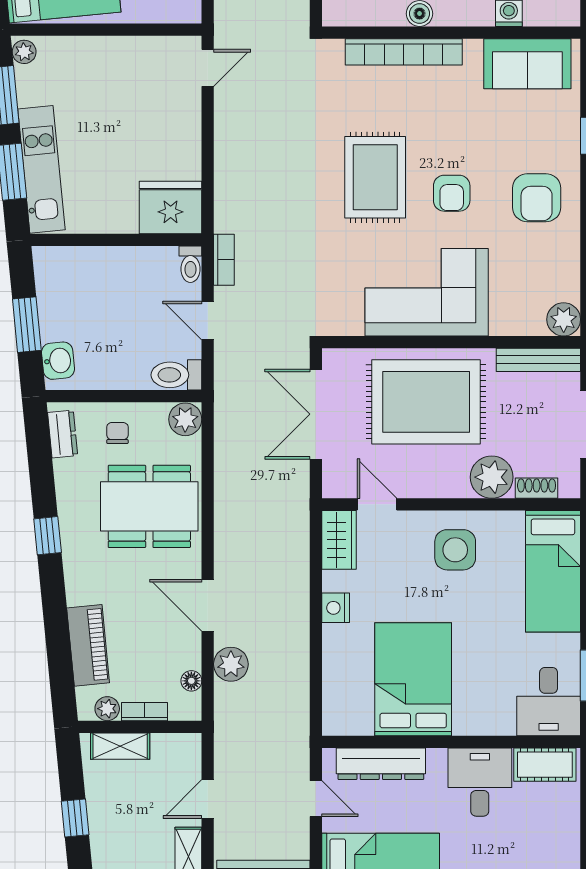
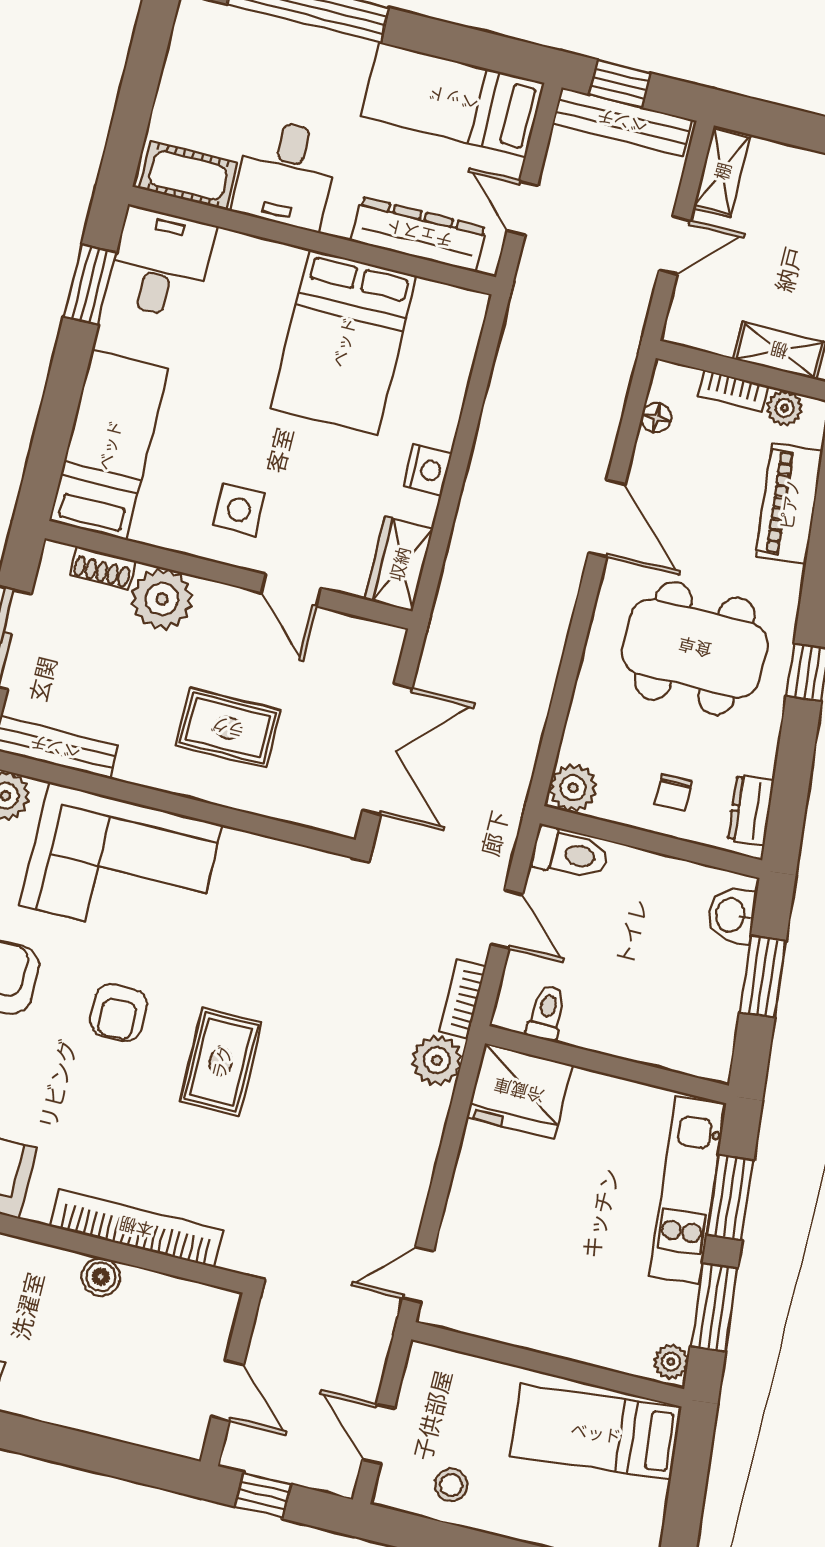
rug: (375, 177) -> (221, 1062), width x0.73, depth x0.70
armchair: (452, 193) -> (119, 1013), turned 180
toilet: (190, 264) -> (547, 1013), moved
corner sofa: (427, 292) -> (121, 865), moved
rug: (426, 402) -> (228, 728), width x0.54, depth x0.49
door: (377, 504) -> (291, 590), moved
dining table: (149, 506) -> (695, 648), moved
side table: (455, 550) -> (239, 509), width x0.73, depth x0.73
plant: (231, 664) -> (437, 1060), moved

